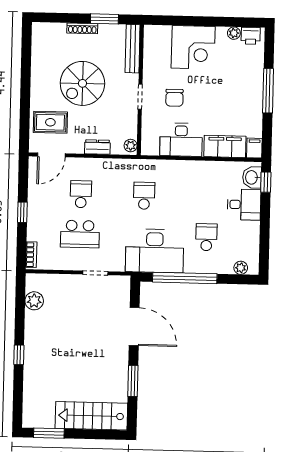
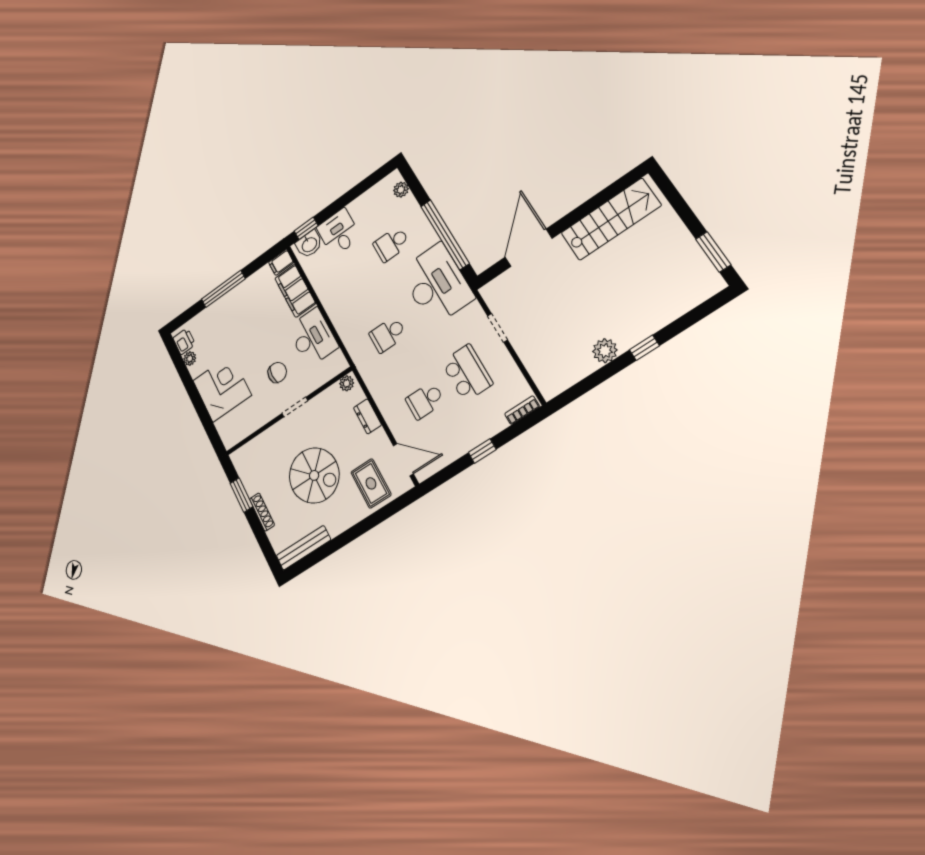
bench: (133, 49) -> (303, 548), moved
plant: (34, 301) -> (605, 351), moved
window: (133, 381) -> (589, 207), removed
stairs: (91, 416) -> (611, 219), moved, turned -90

